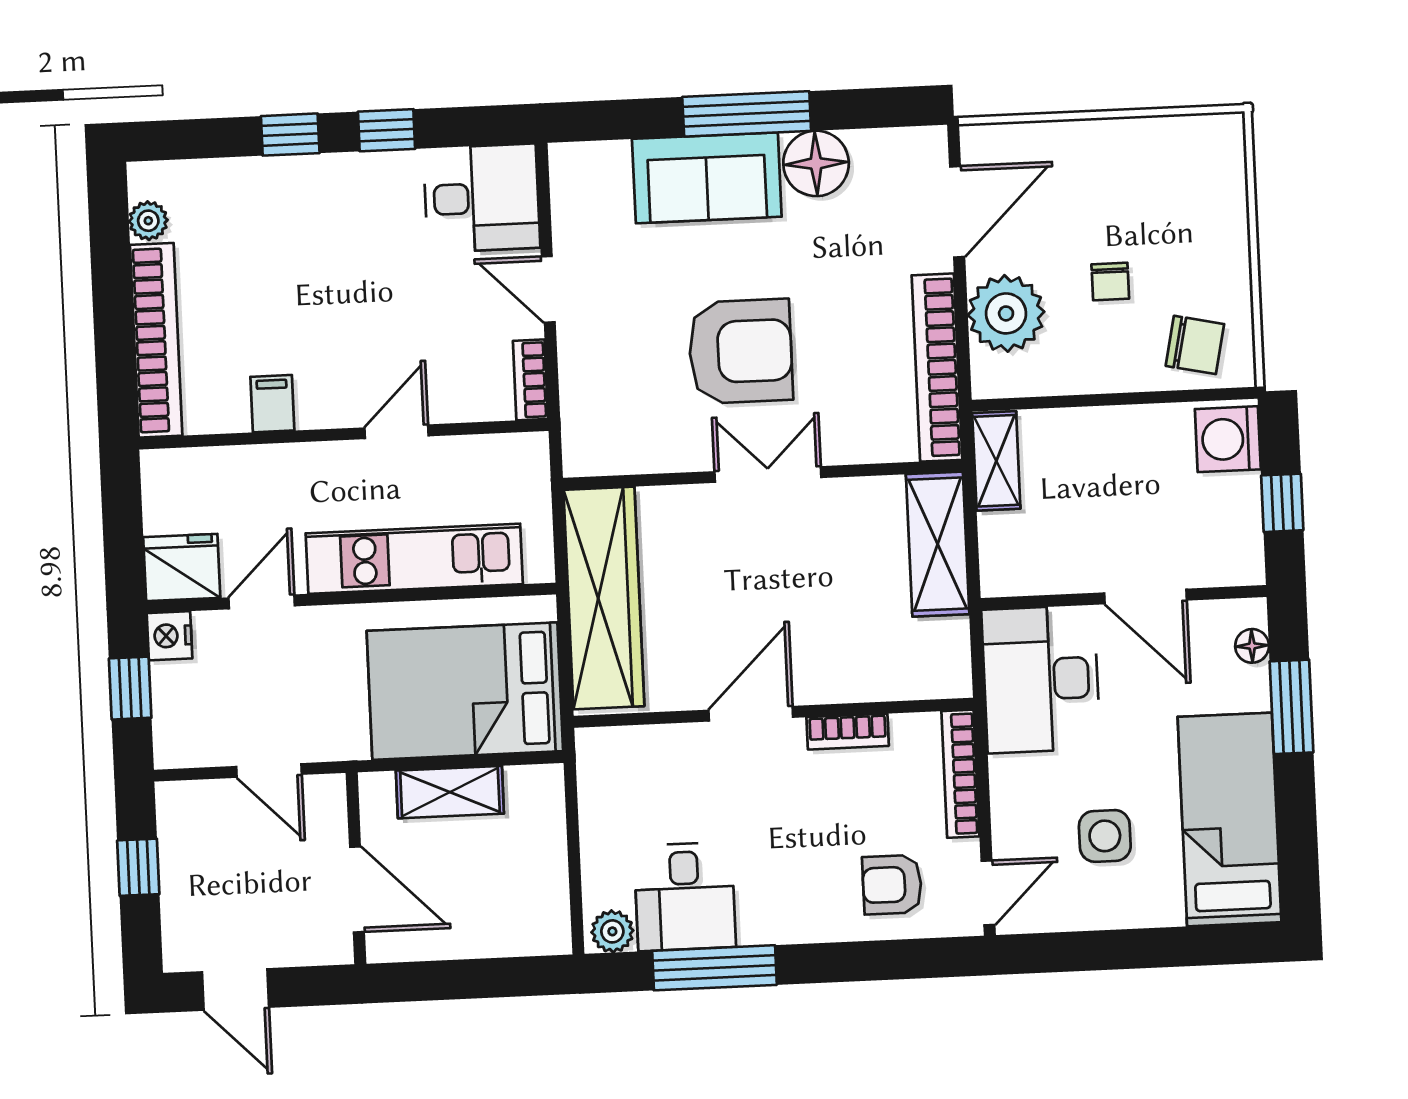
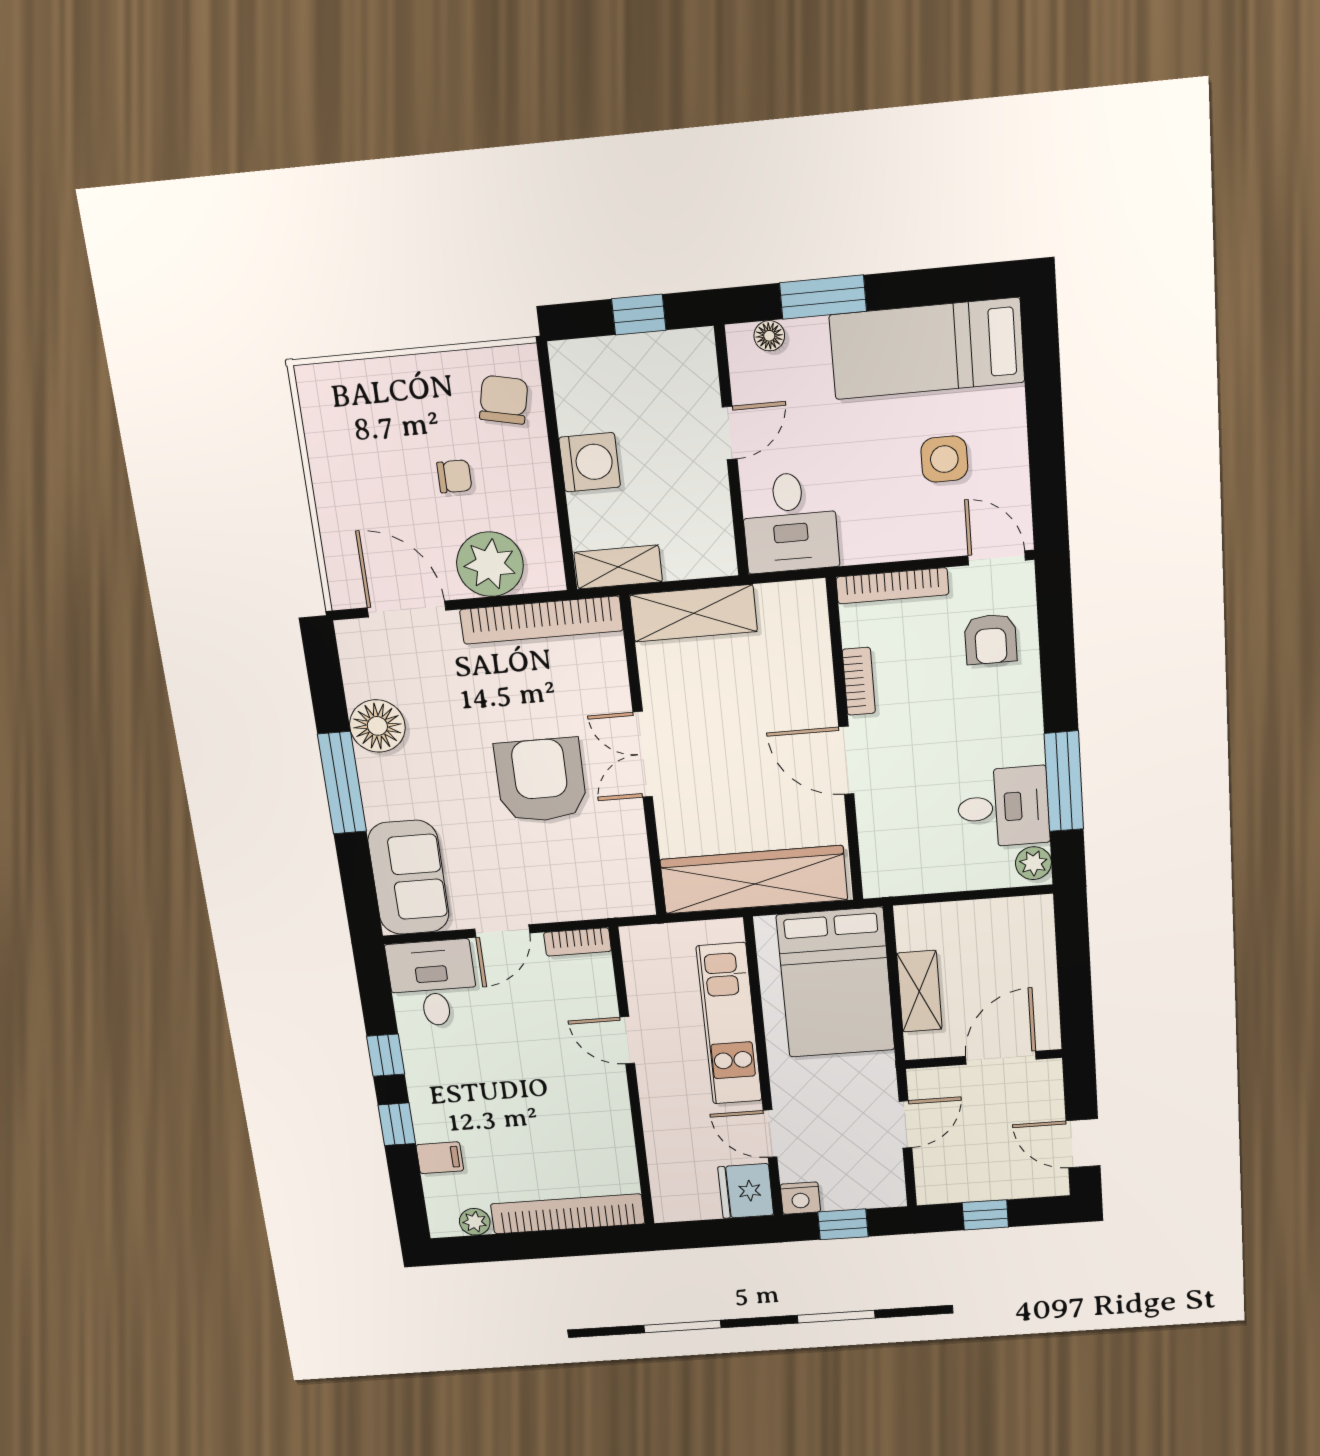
sofa: (707, 178) -> (408, 878), moved
filing cabinet: (272, 404) -> (440, 1158), moved, turned 180
washing machine: (1228, 439) -> (590, 462), moved, turned -90
door: (1145, 596) -> (730, 433), width x0.73
desk: (1041, 679) -> (790, 522), width x0.73
door: (236, 990) -> (1083, 1143), swing flipped

